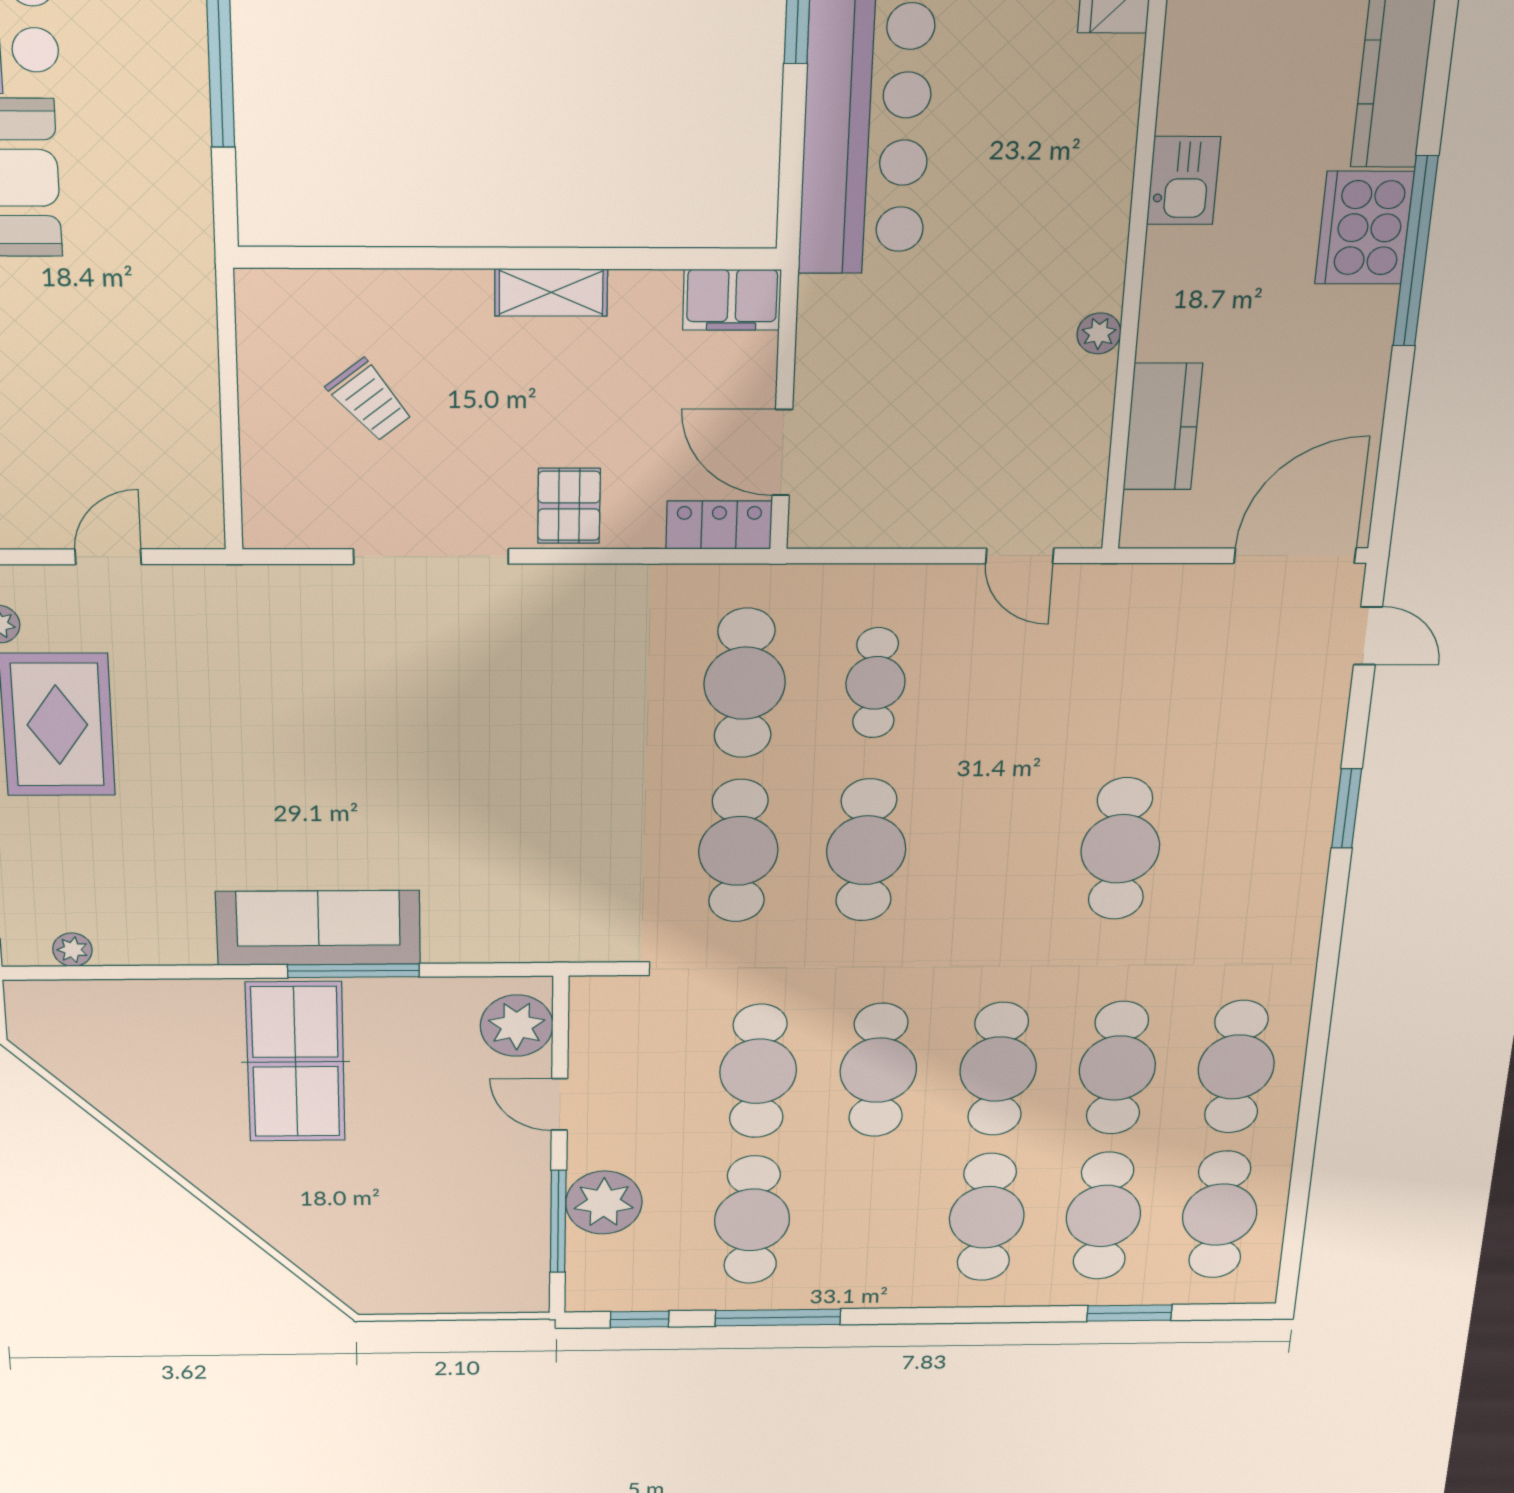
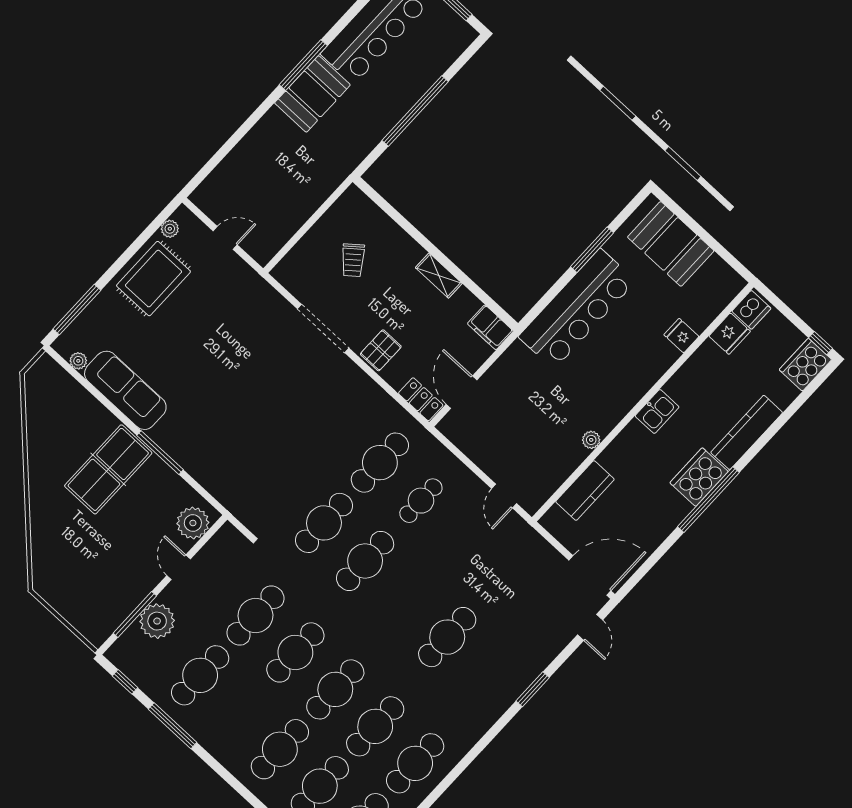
sofa: (318, 928) -> (125, 390), moved

